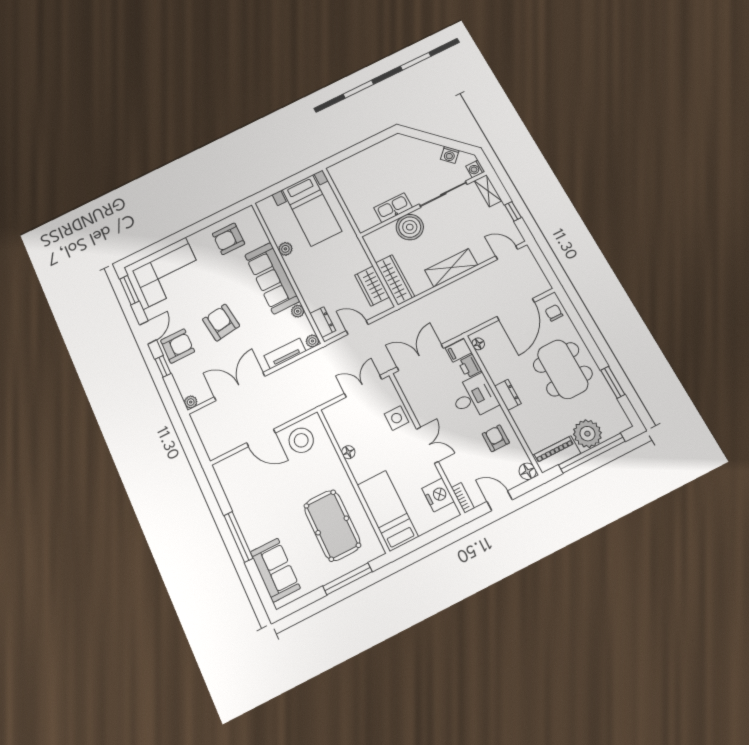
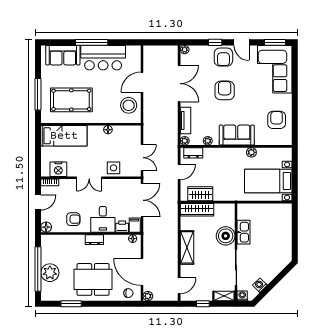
sofa: (272, 278) -> (237, 135), width x0.73
plant: (543, 286) -> (148, 296), added
armchair: (221, 323) -> (225, 90), turned -82
piano: (557, 454) -> (47, 249), removed
bar counter: (252, 509) -> (103, 58), added

